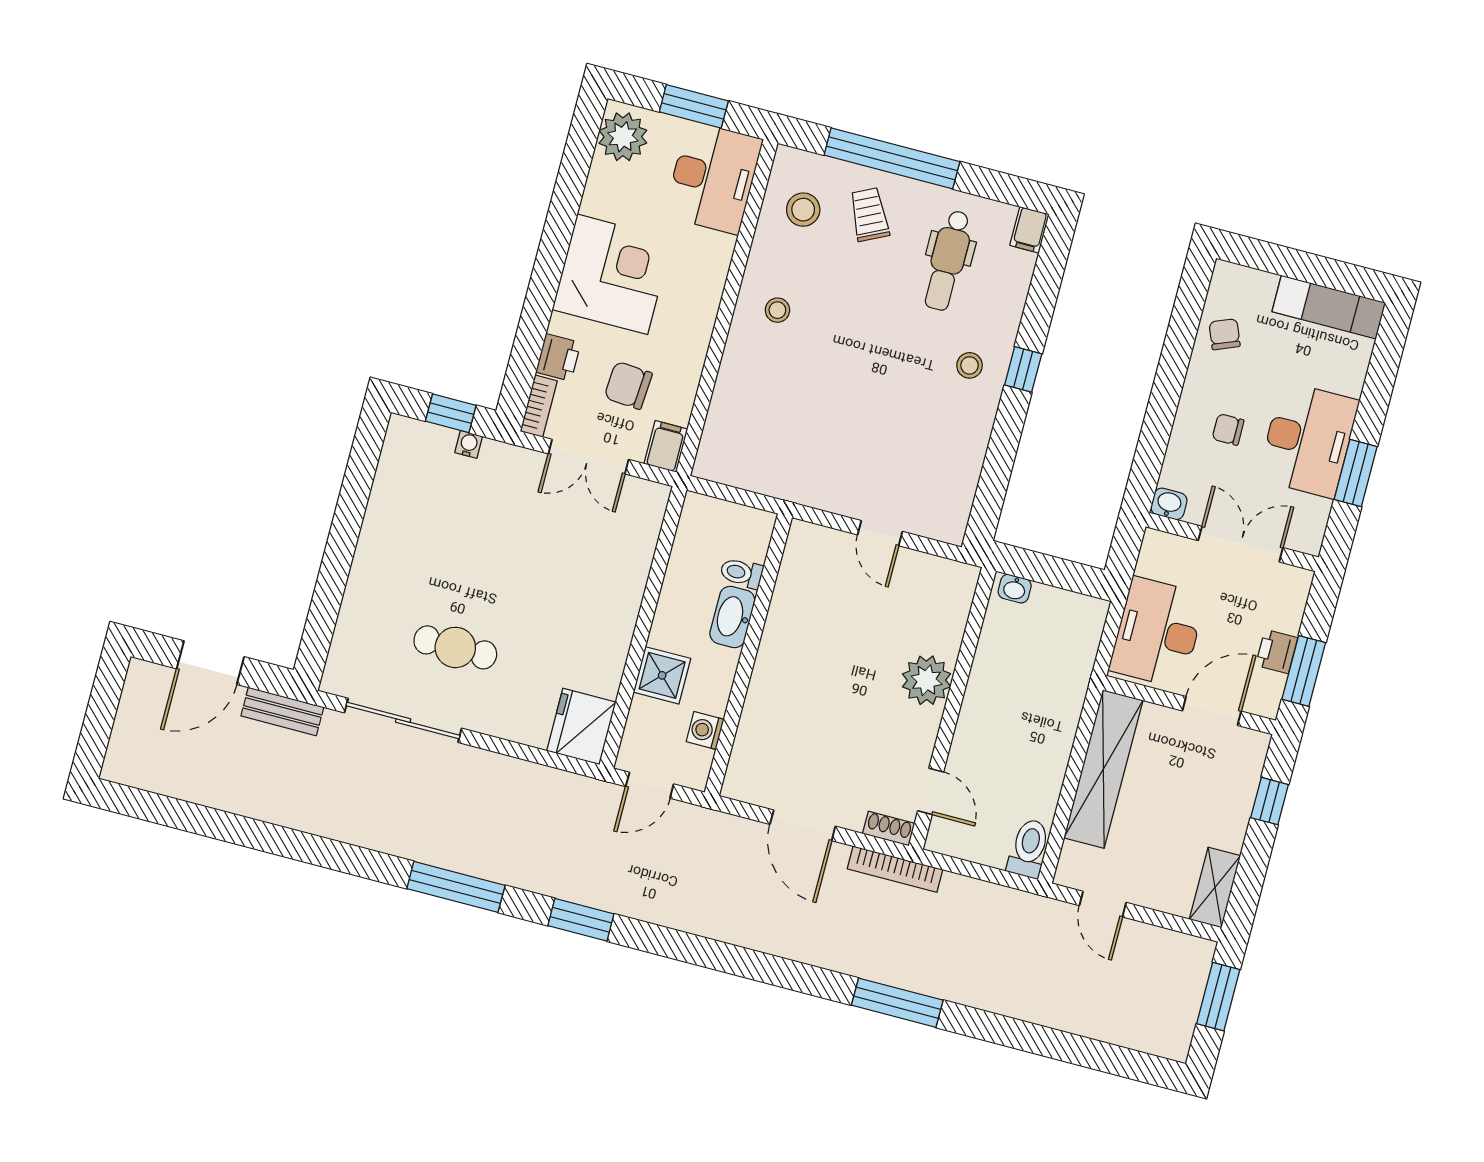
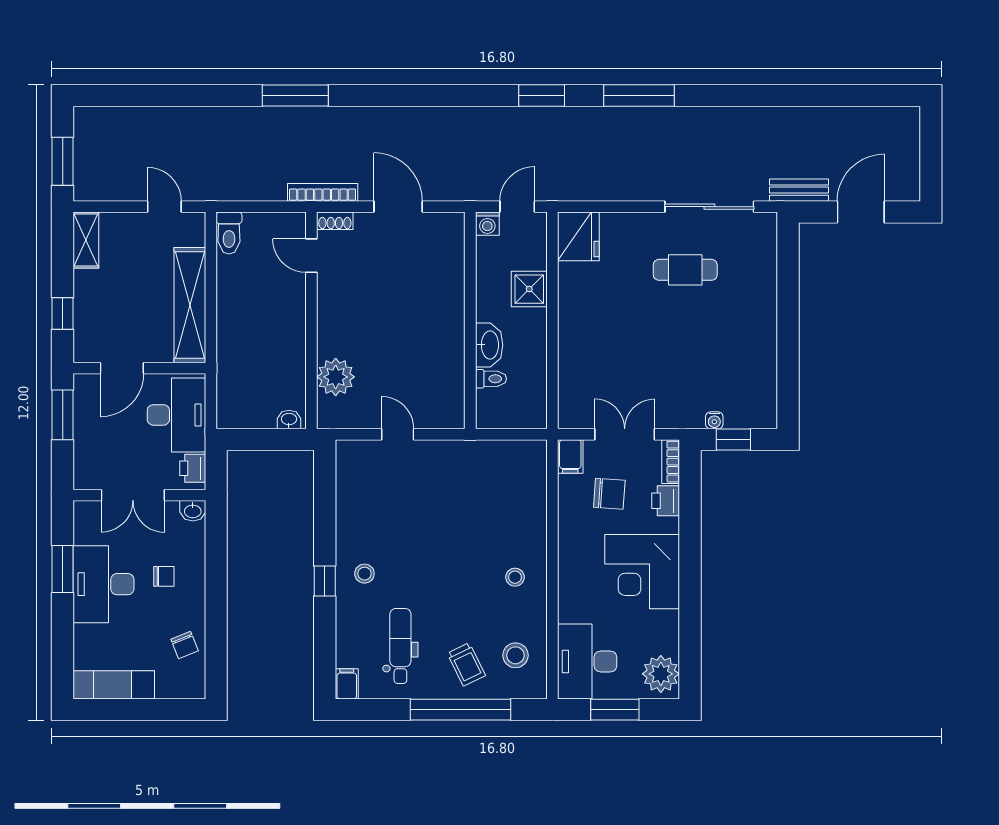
printer: (1277, 652) -> (193, 468), moved, turned 180
plant: (927, 680) -> (336, 377), moved
washing machine: (705, 730) -> (487, 224), moved, turned 90

